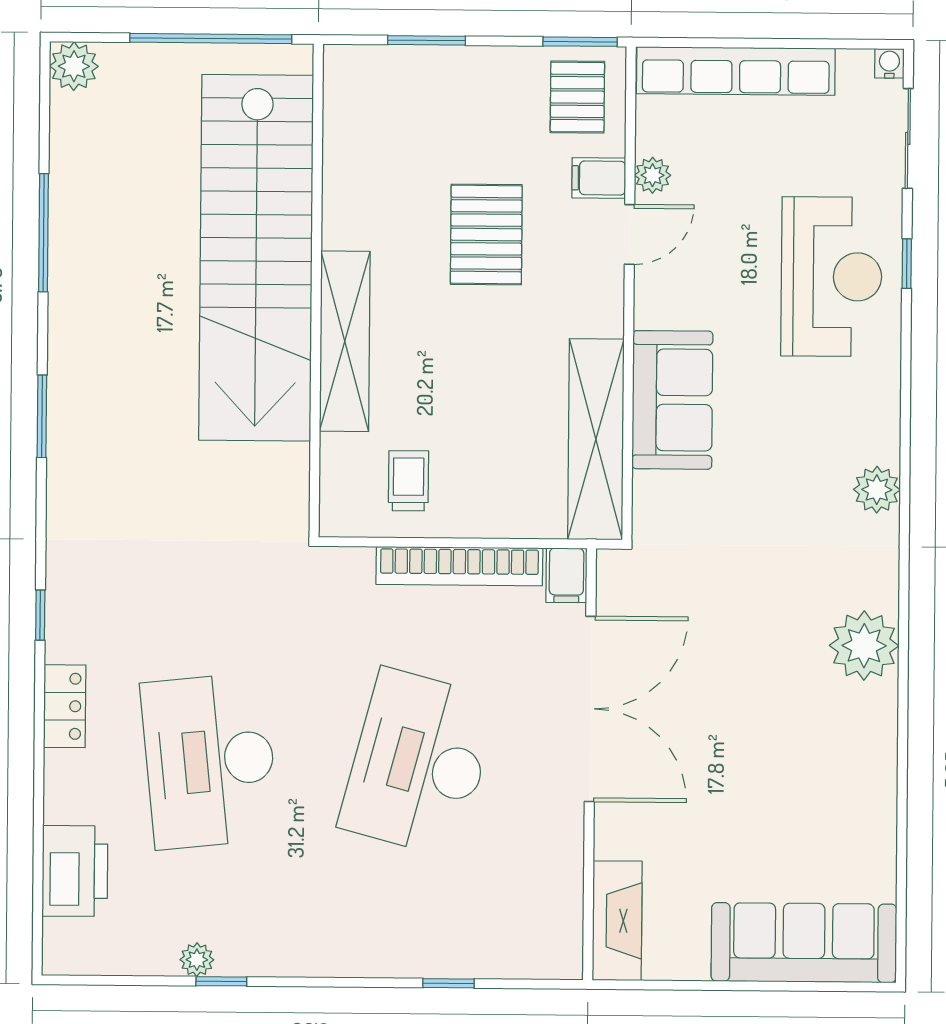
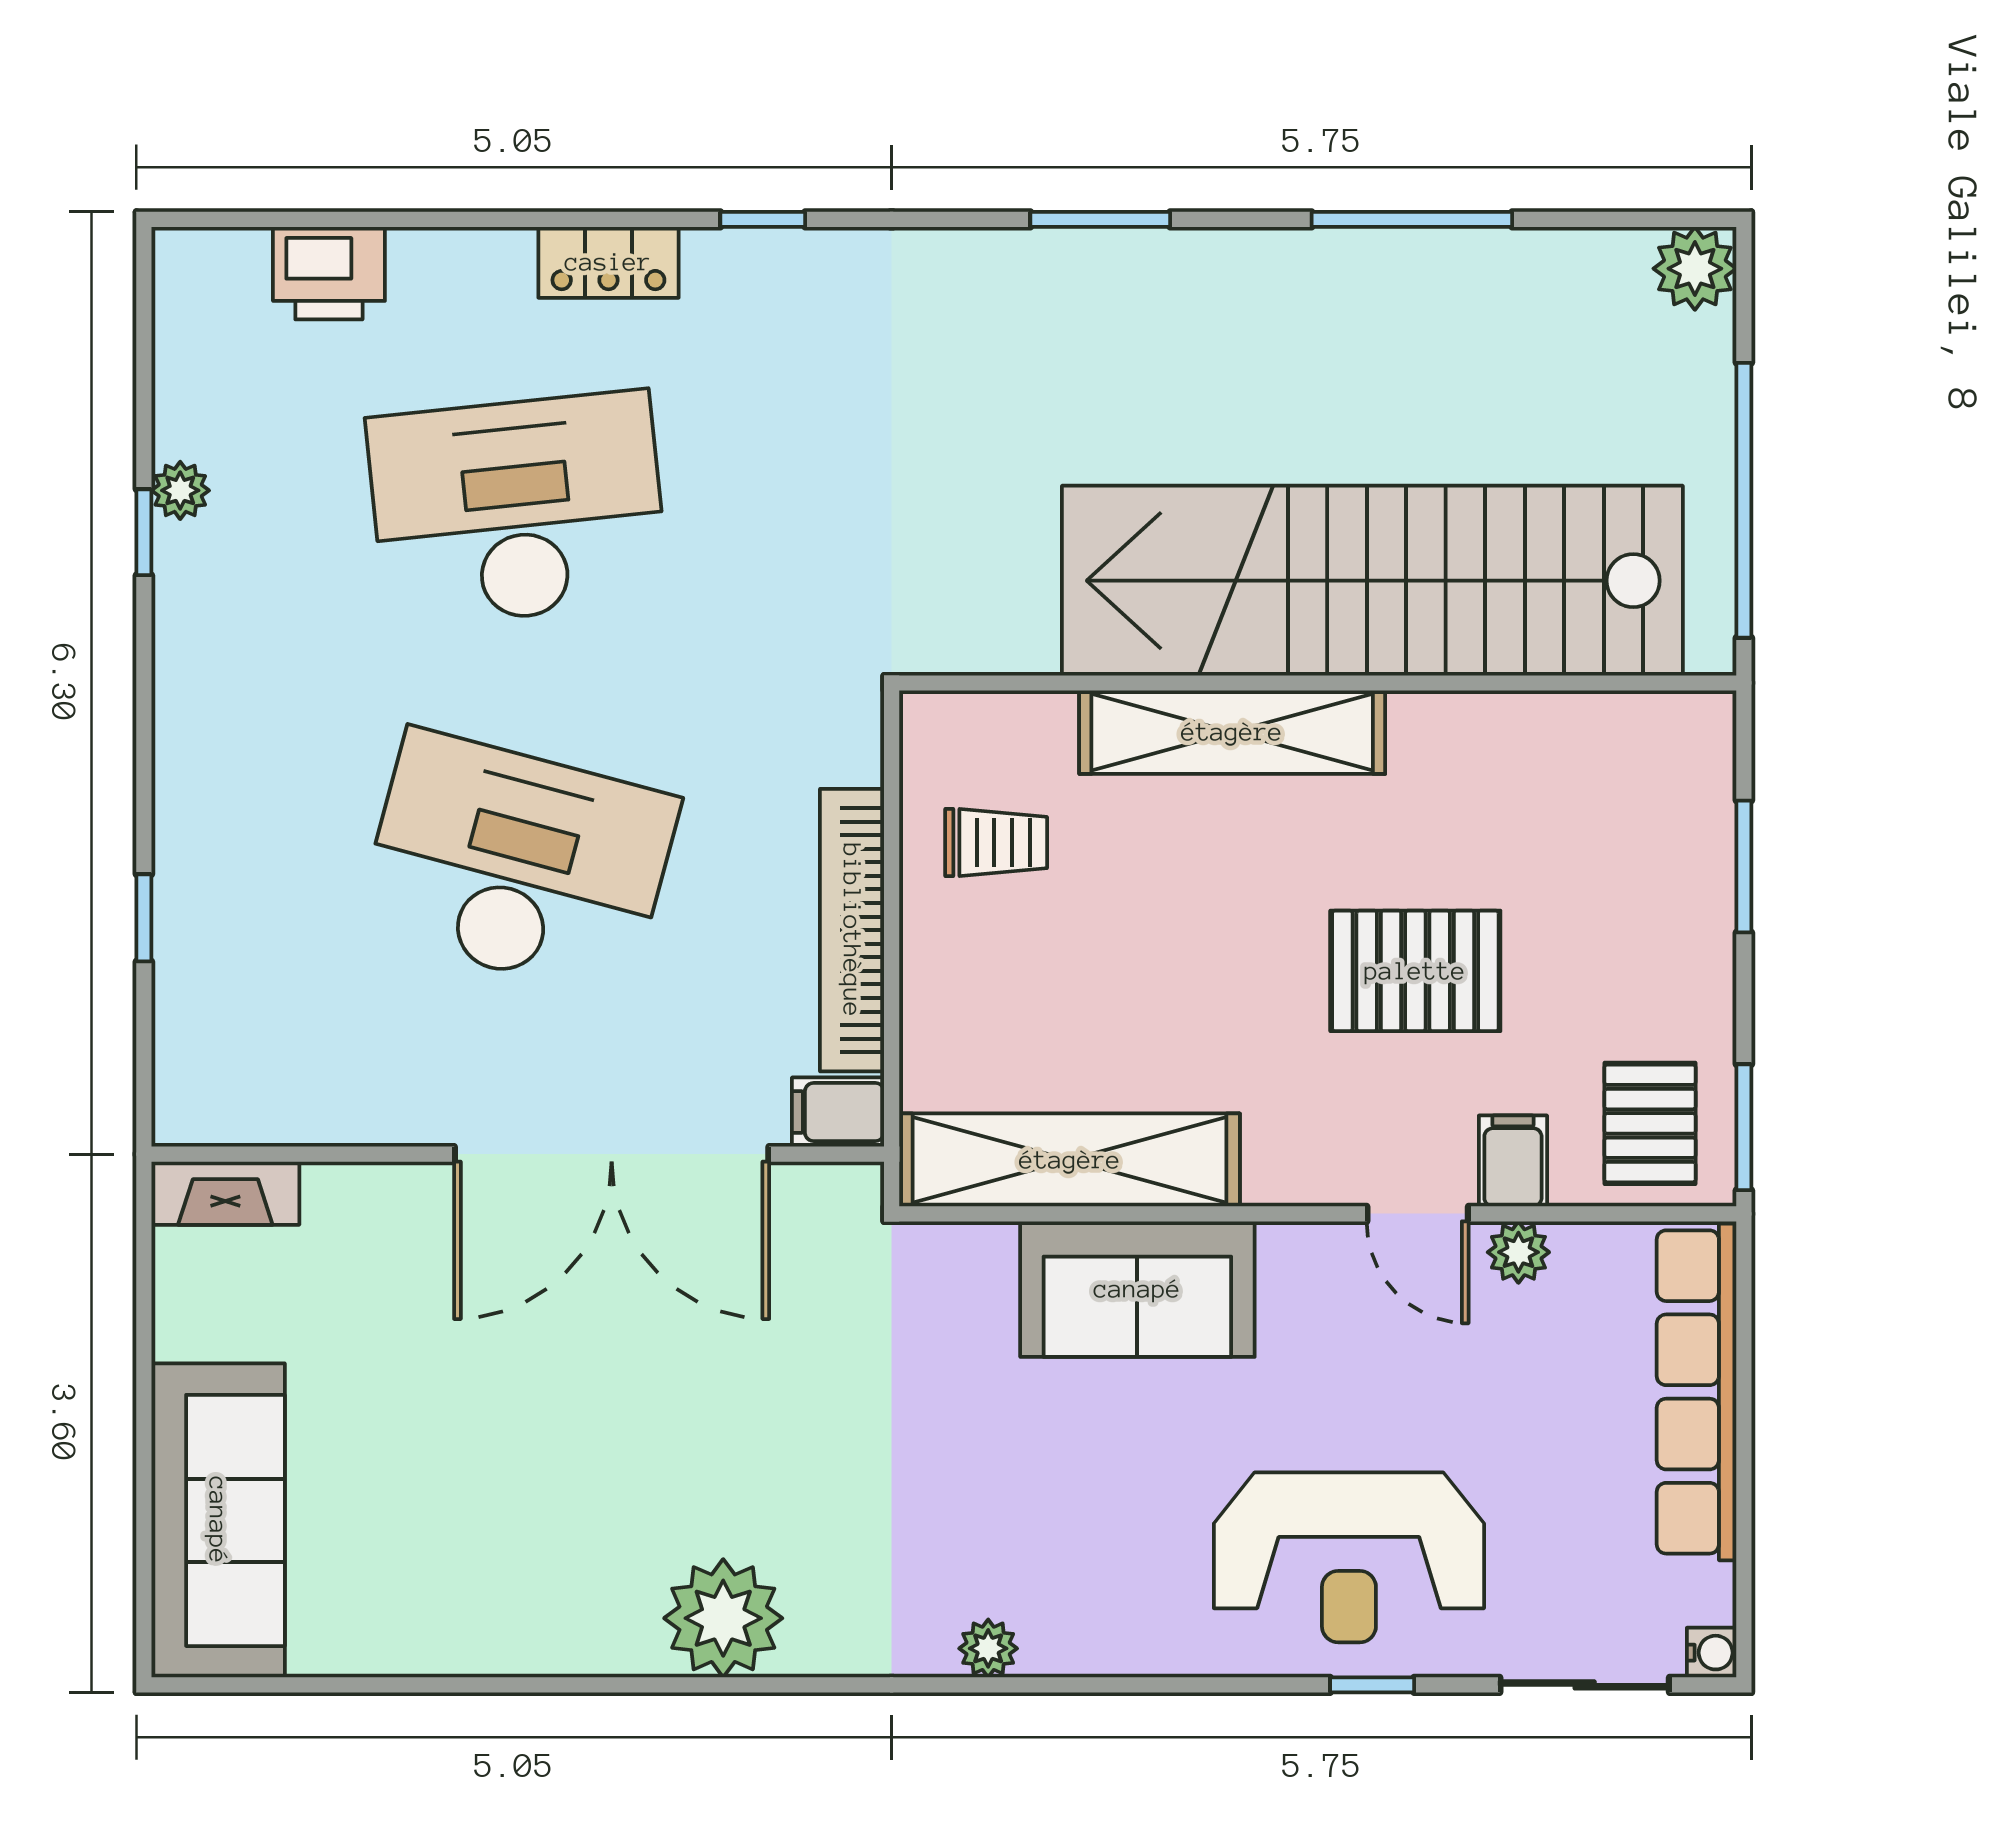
pallet: (577, 97) -> (1650, 1123), turned 90
plant: (877, 490) -> (988, 1648), width x0.73, depth x0.73
printer: (75, 871) -> (329, 273), width x0.73, depth x0.84
fireplace: (617, 921) -> (225, 1193), width x0.73, depth x0.76

